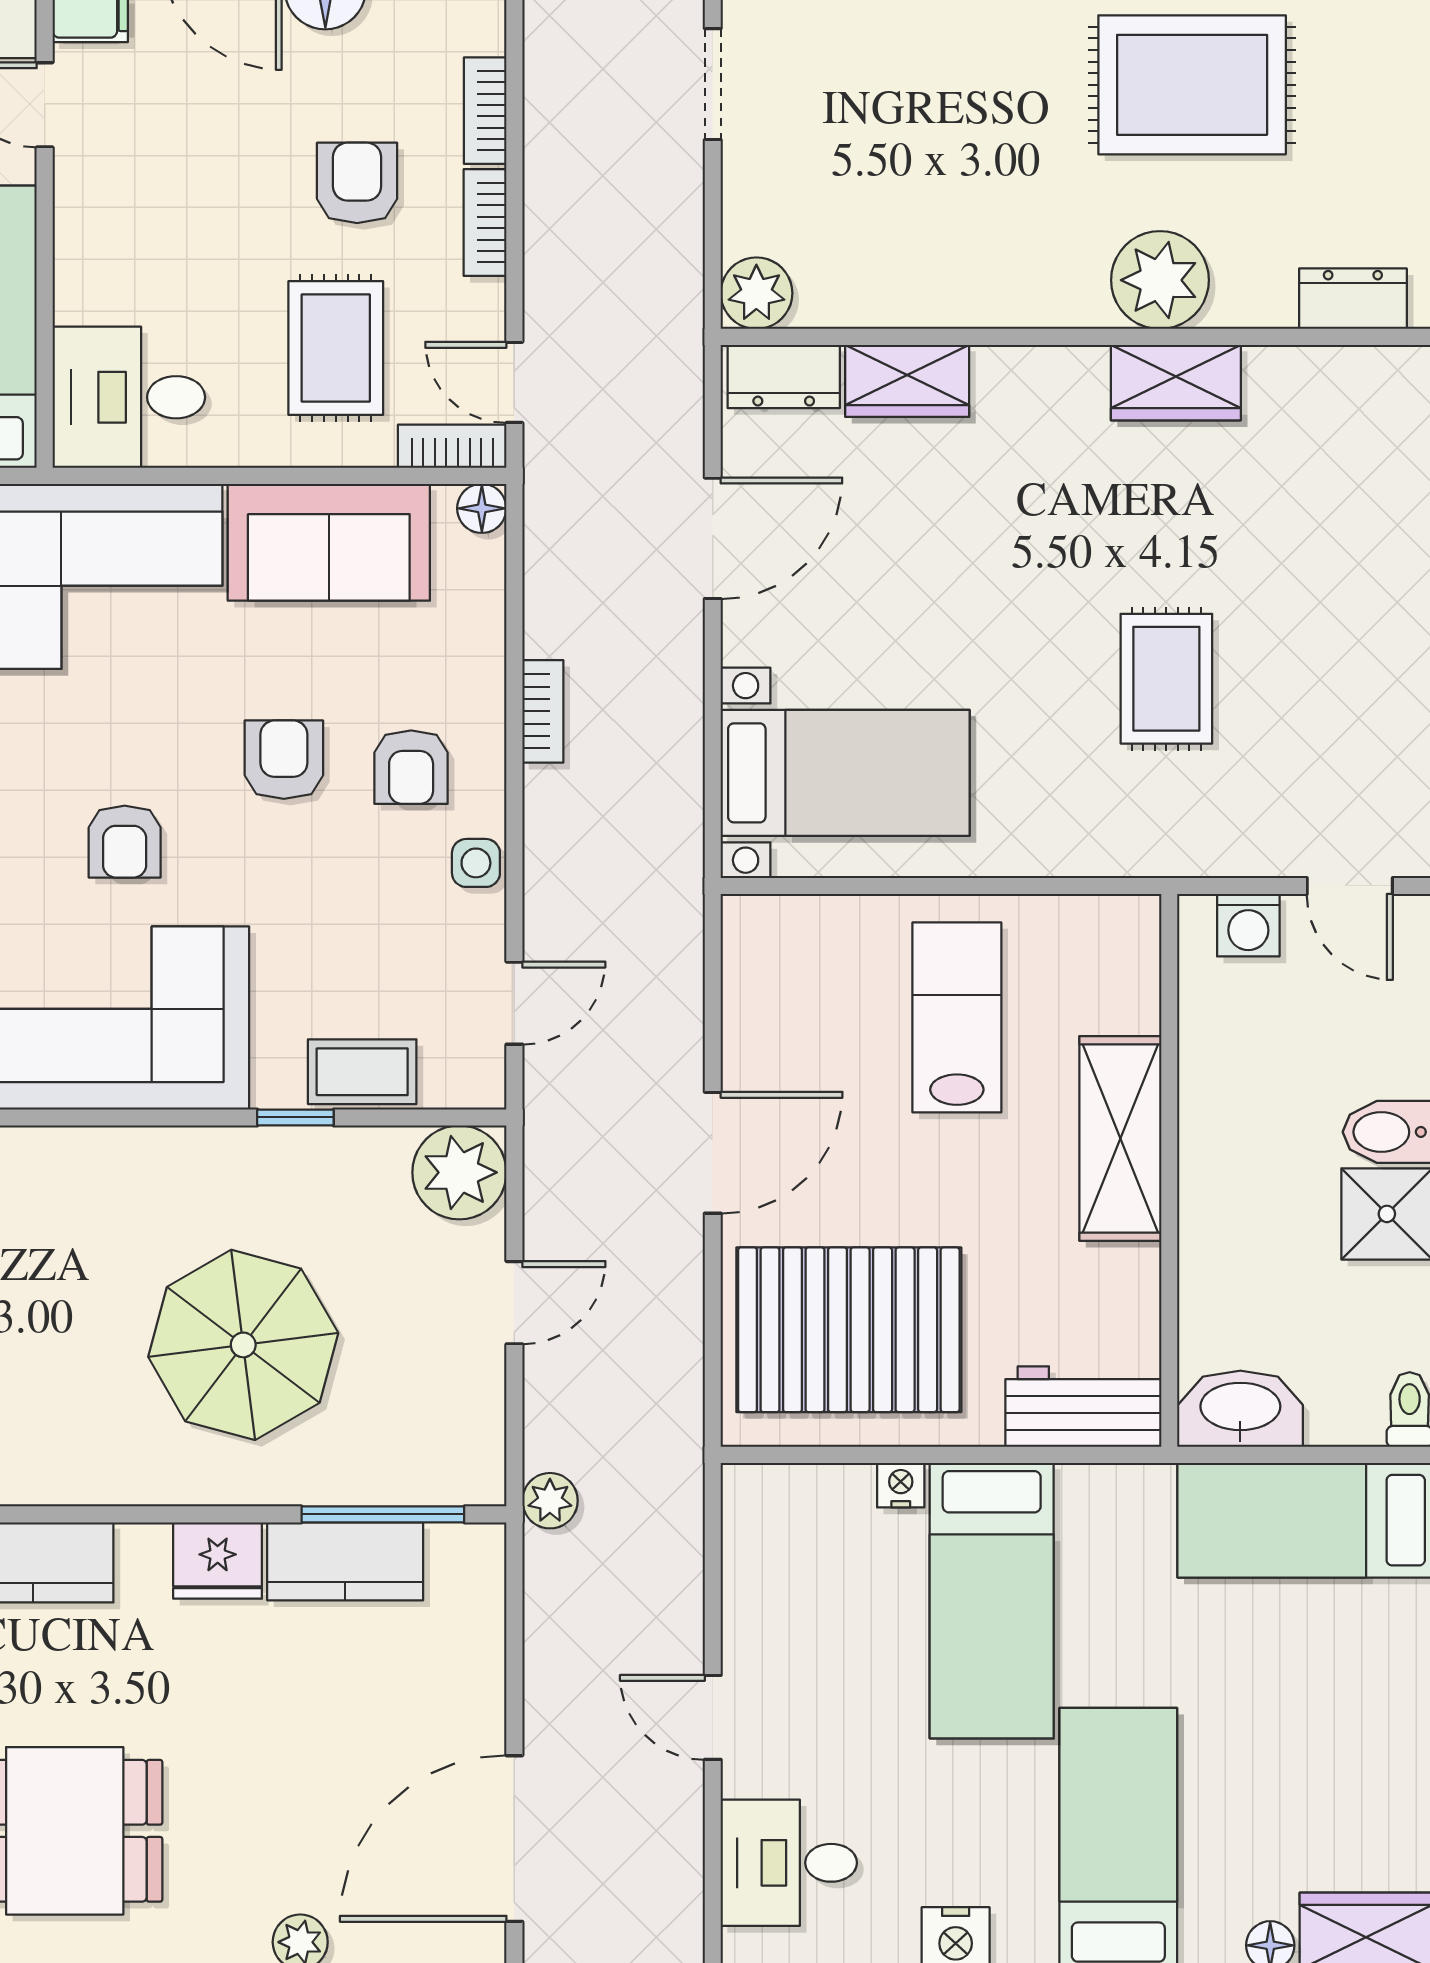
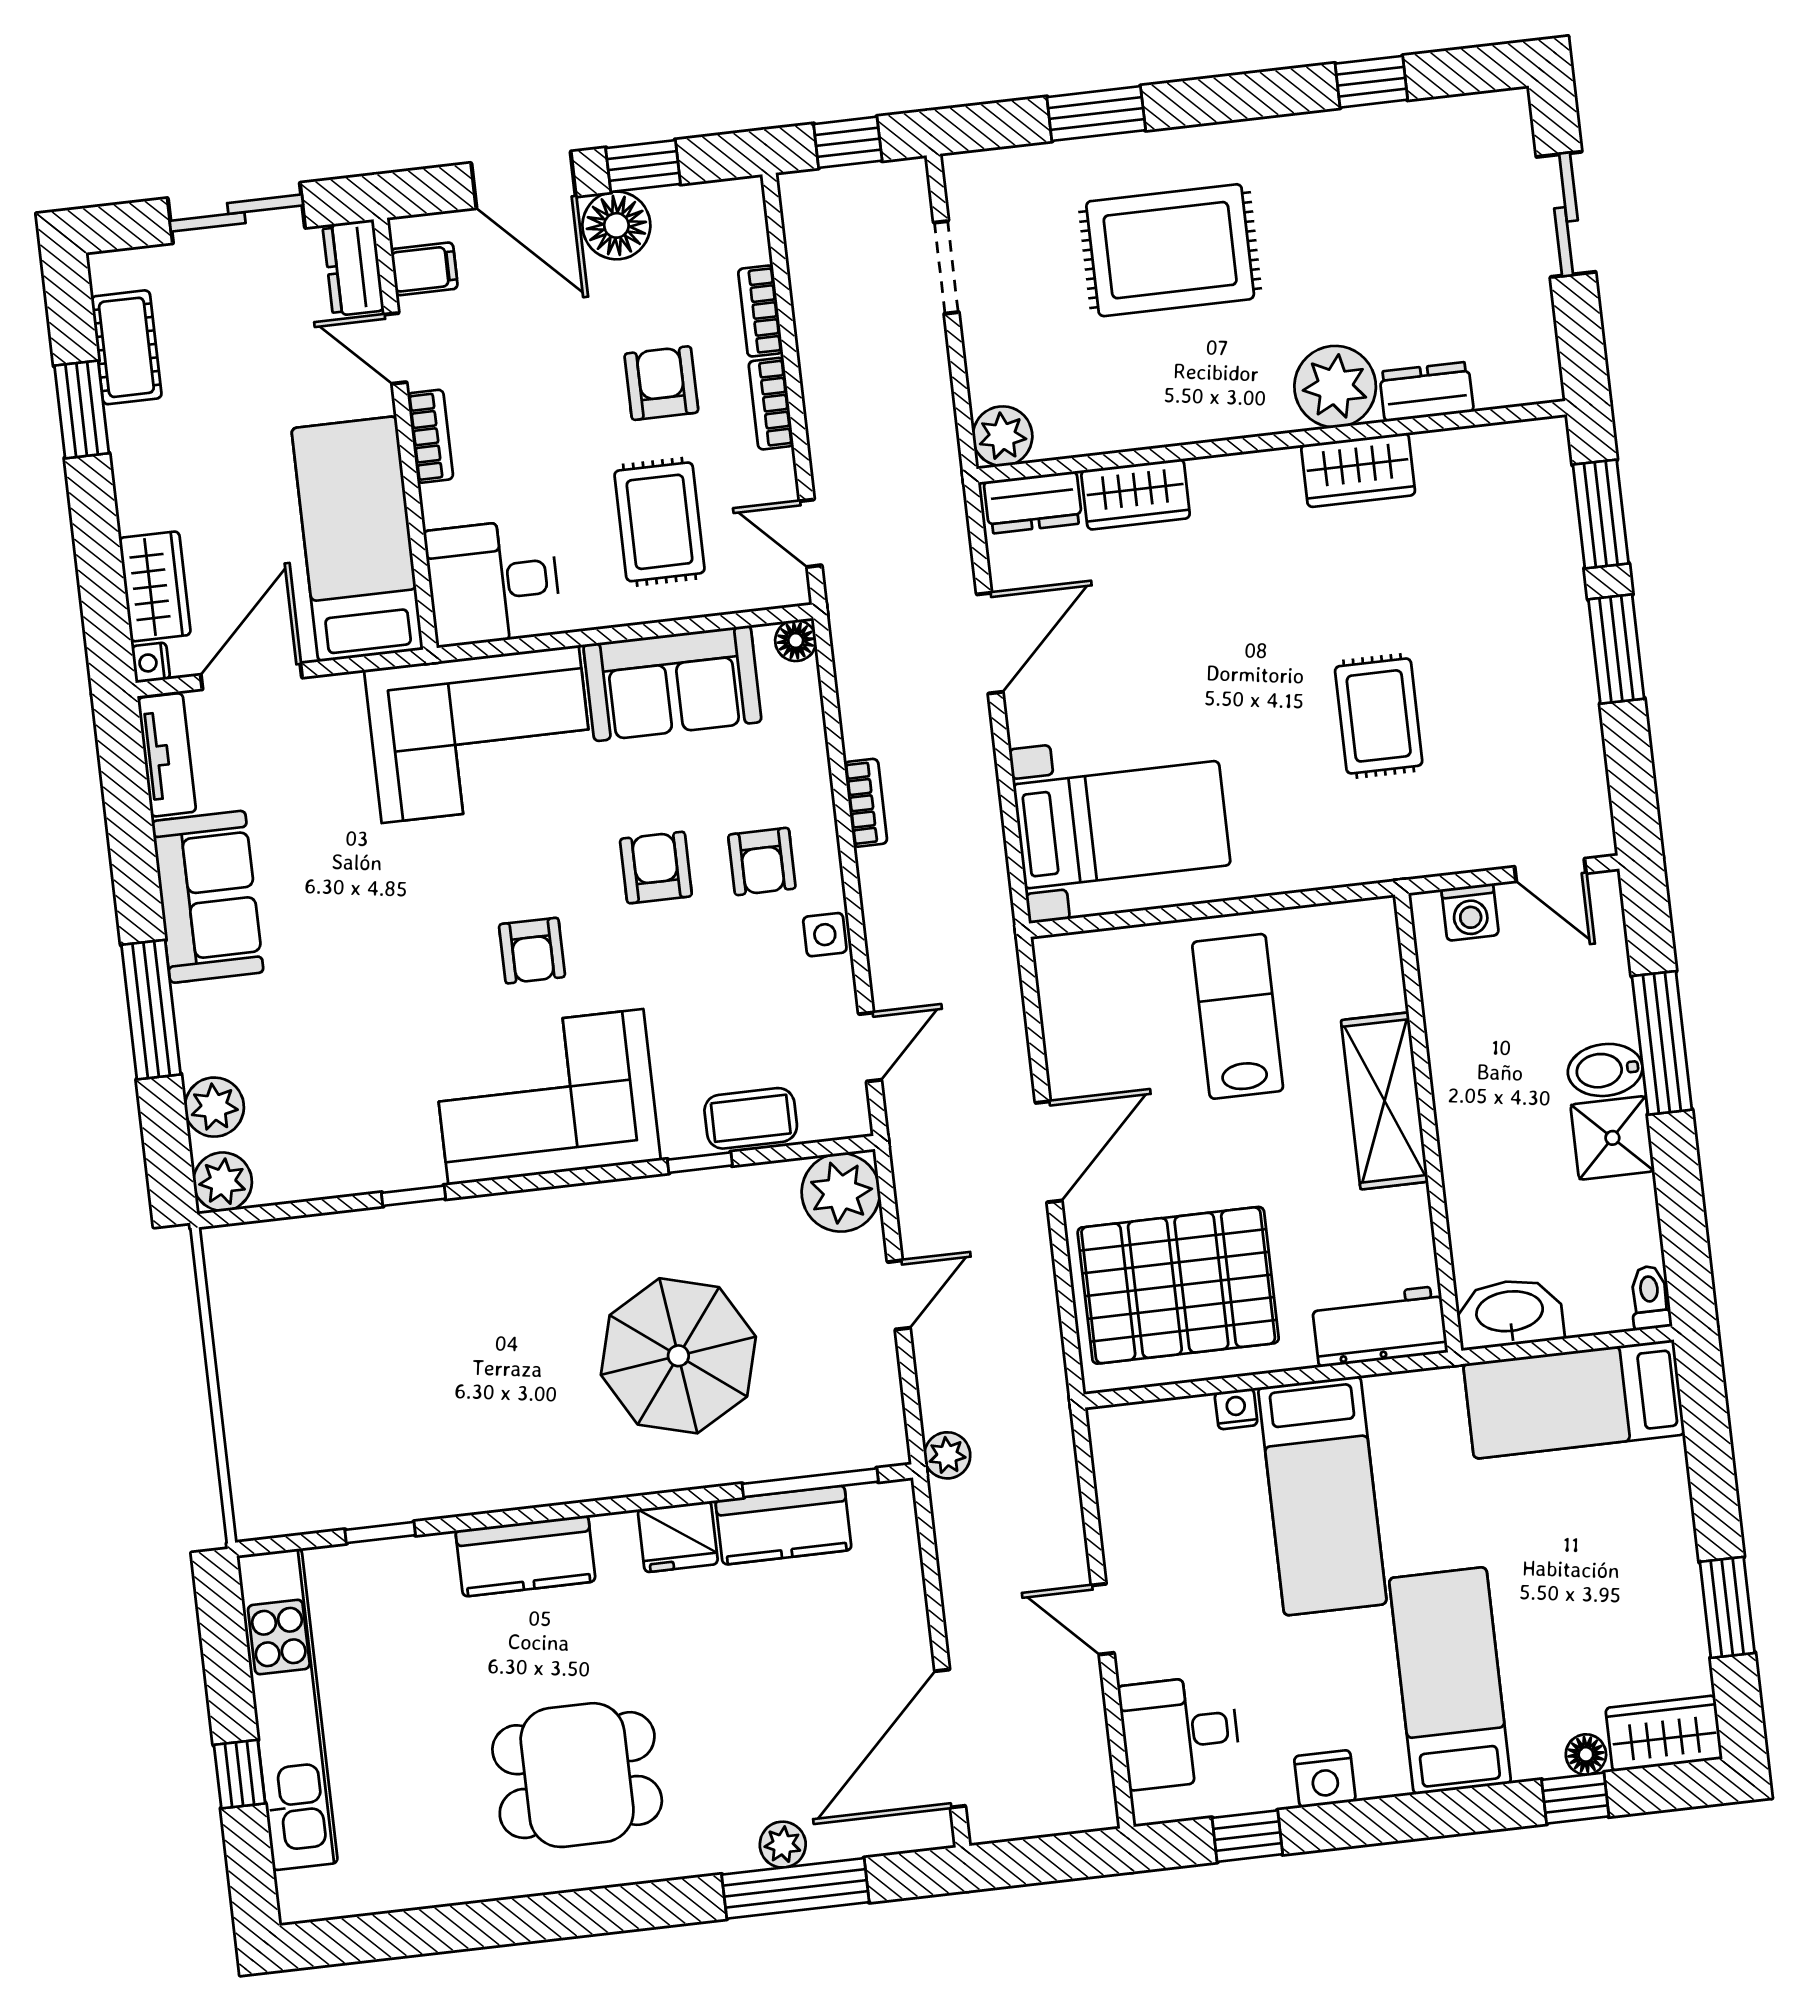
rug: (1192, 85) -> (1170, 250), moved
dresser: (1353, 299) -> (1426, 392), moved
bookcase: (452, 446) -> (430, 436), moved, turned 90

